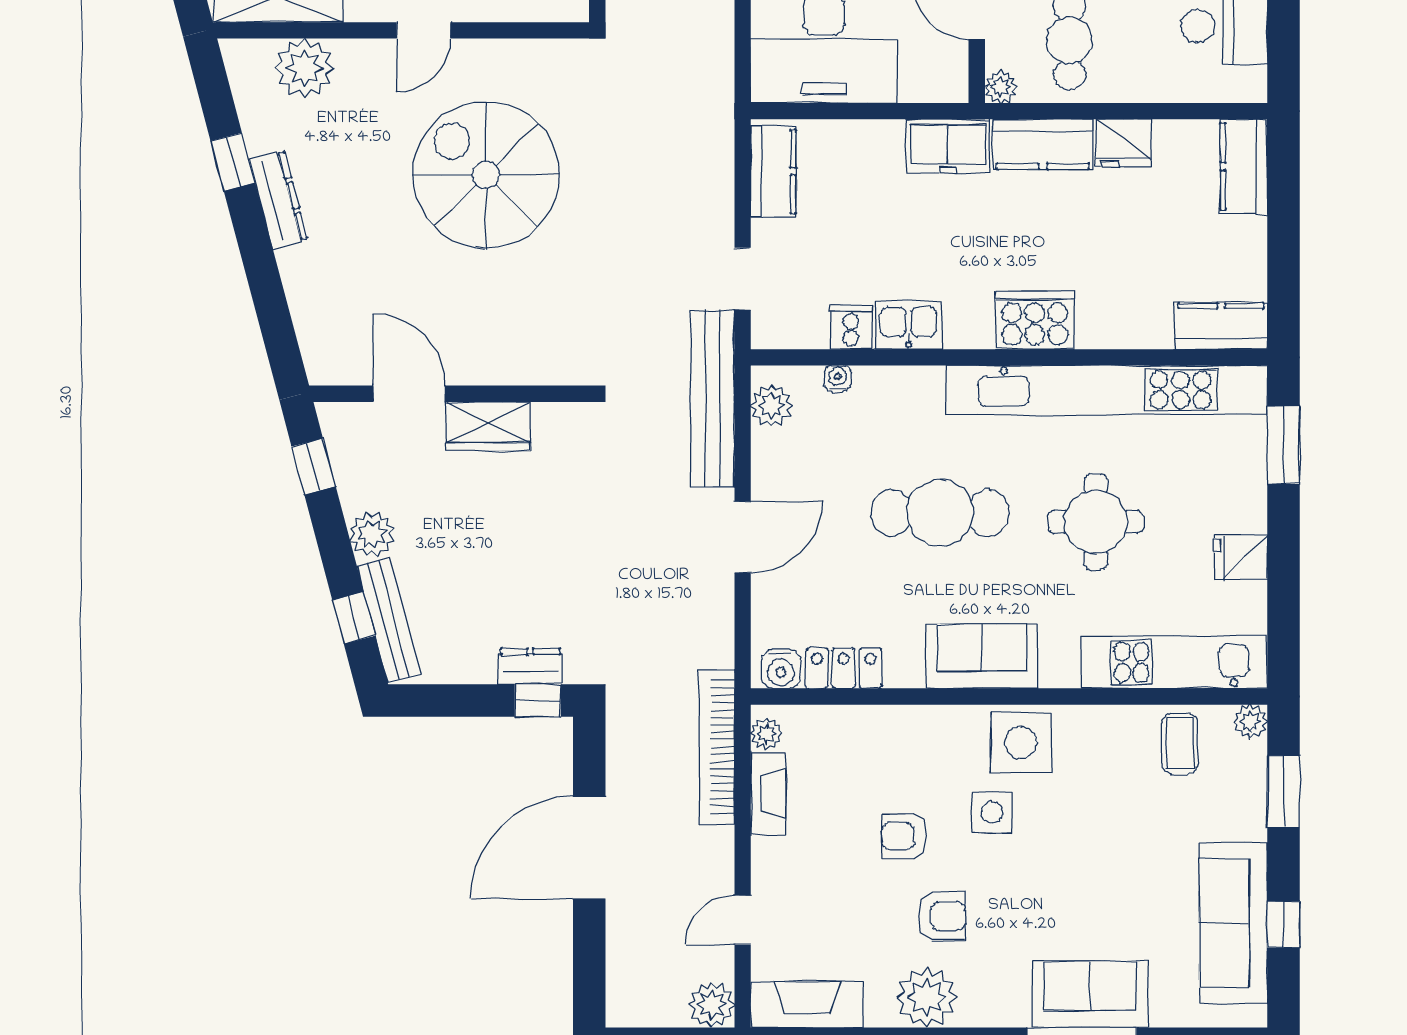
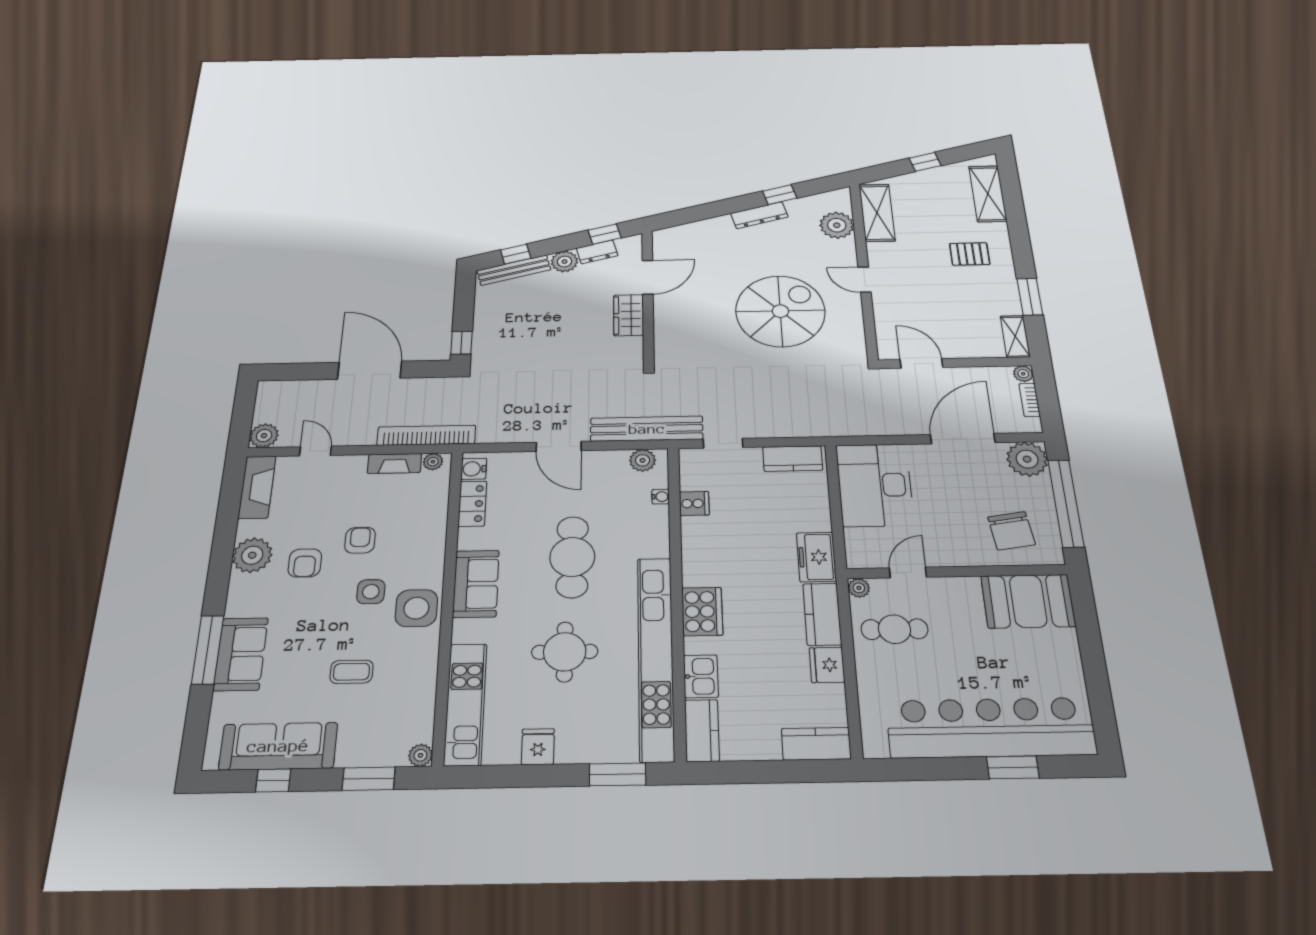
kitchen sink: (908, 325) -> (701, 676), moved
dresser: (531, 666) -> (597, 252), moved, turned 75
coffee table: (1180, 744) -> (351, 672), moved

